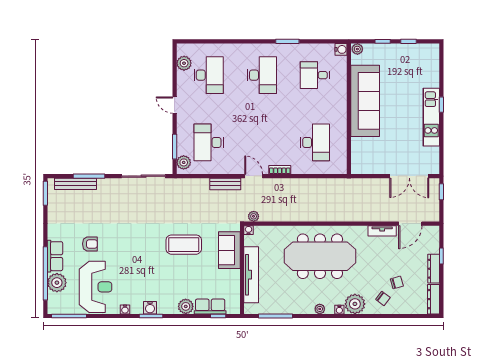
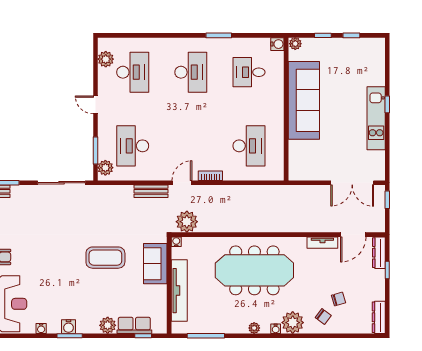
door: (254, 176) -> (182, 183), hinge flipped
plant: (254, 216) -> (187, 222), width x1.88, depth x1.88
dresser: (434, 269) -> (379, 253), moved

